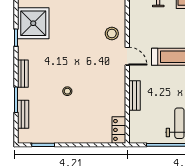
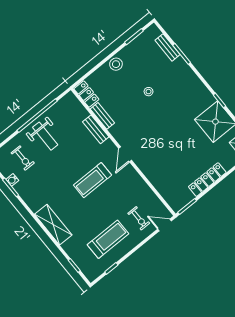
stool: (112, 34) -> (116, 64), moved
door: (127, 56) -> (125, 154), hinge flipped
bench: (23, 74) -> (102, 116), moved

